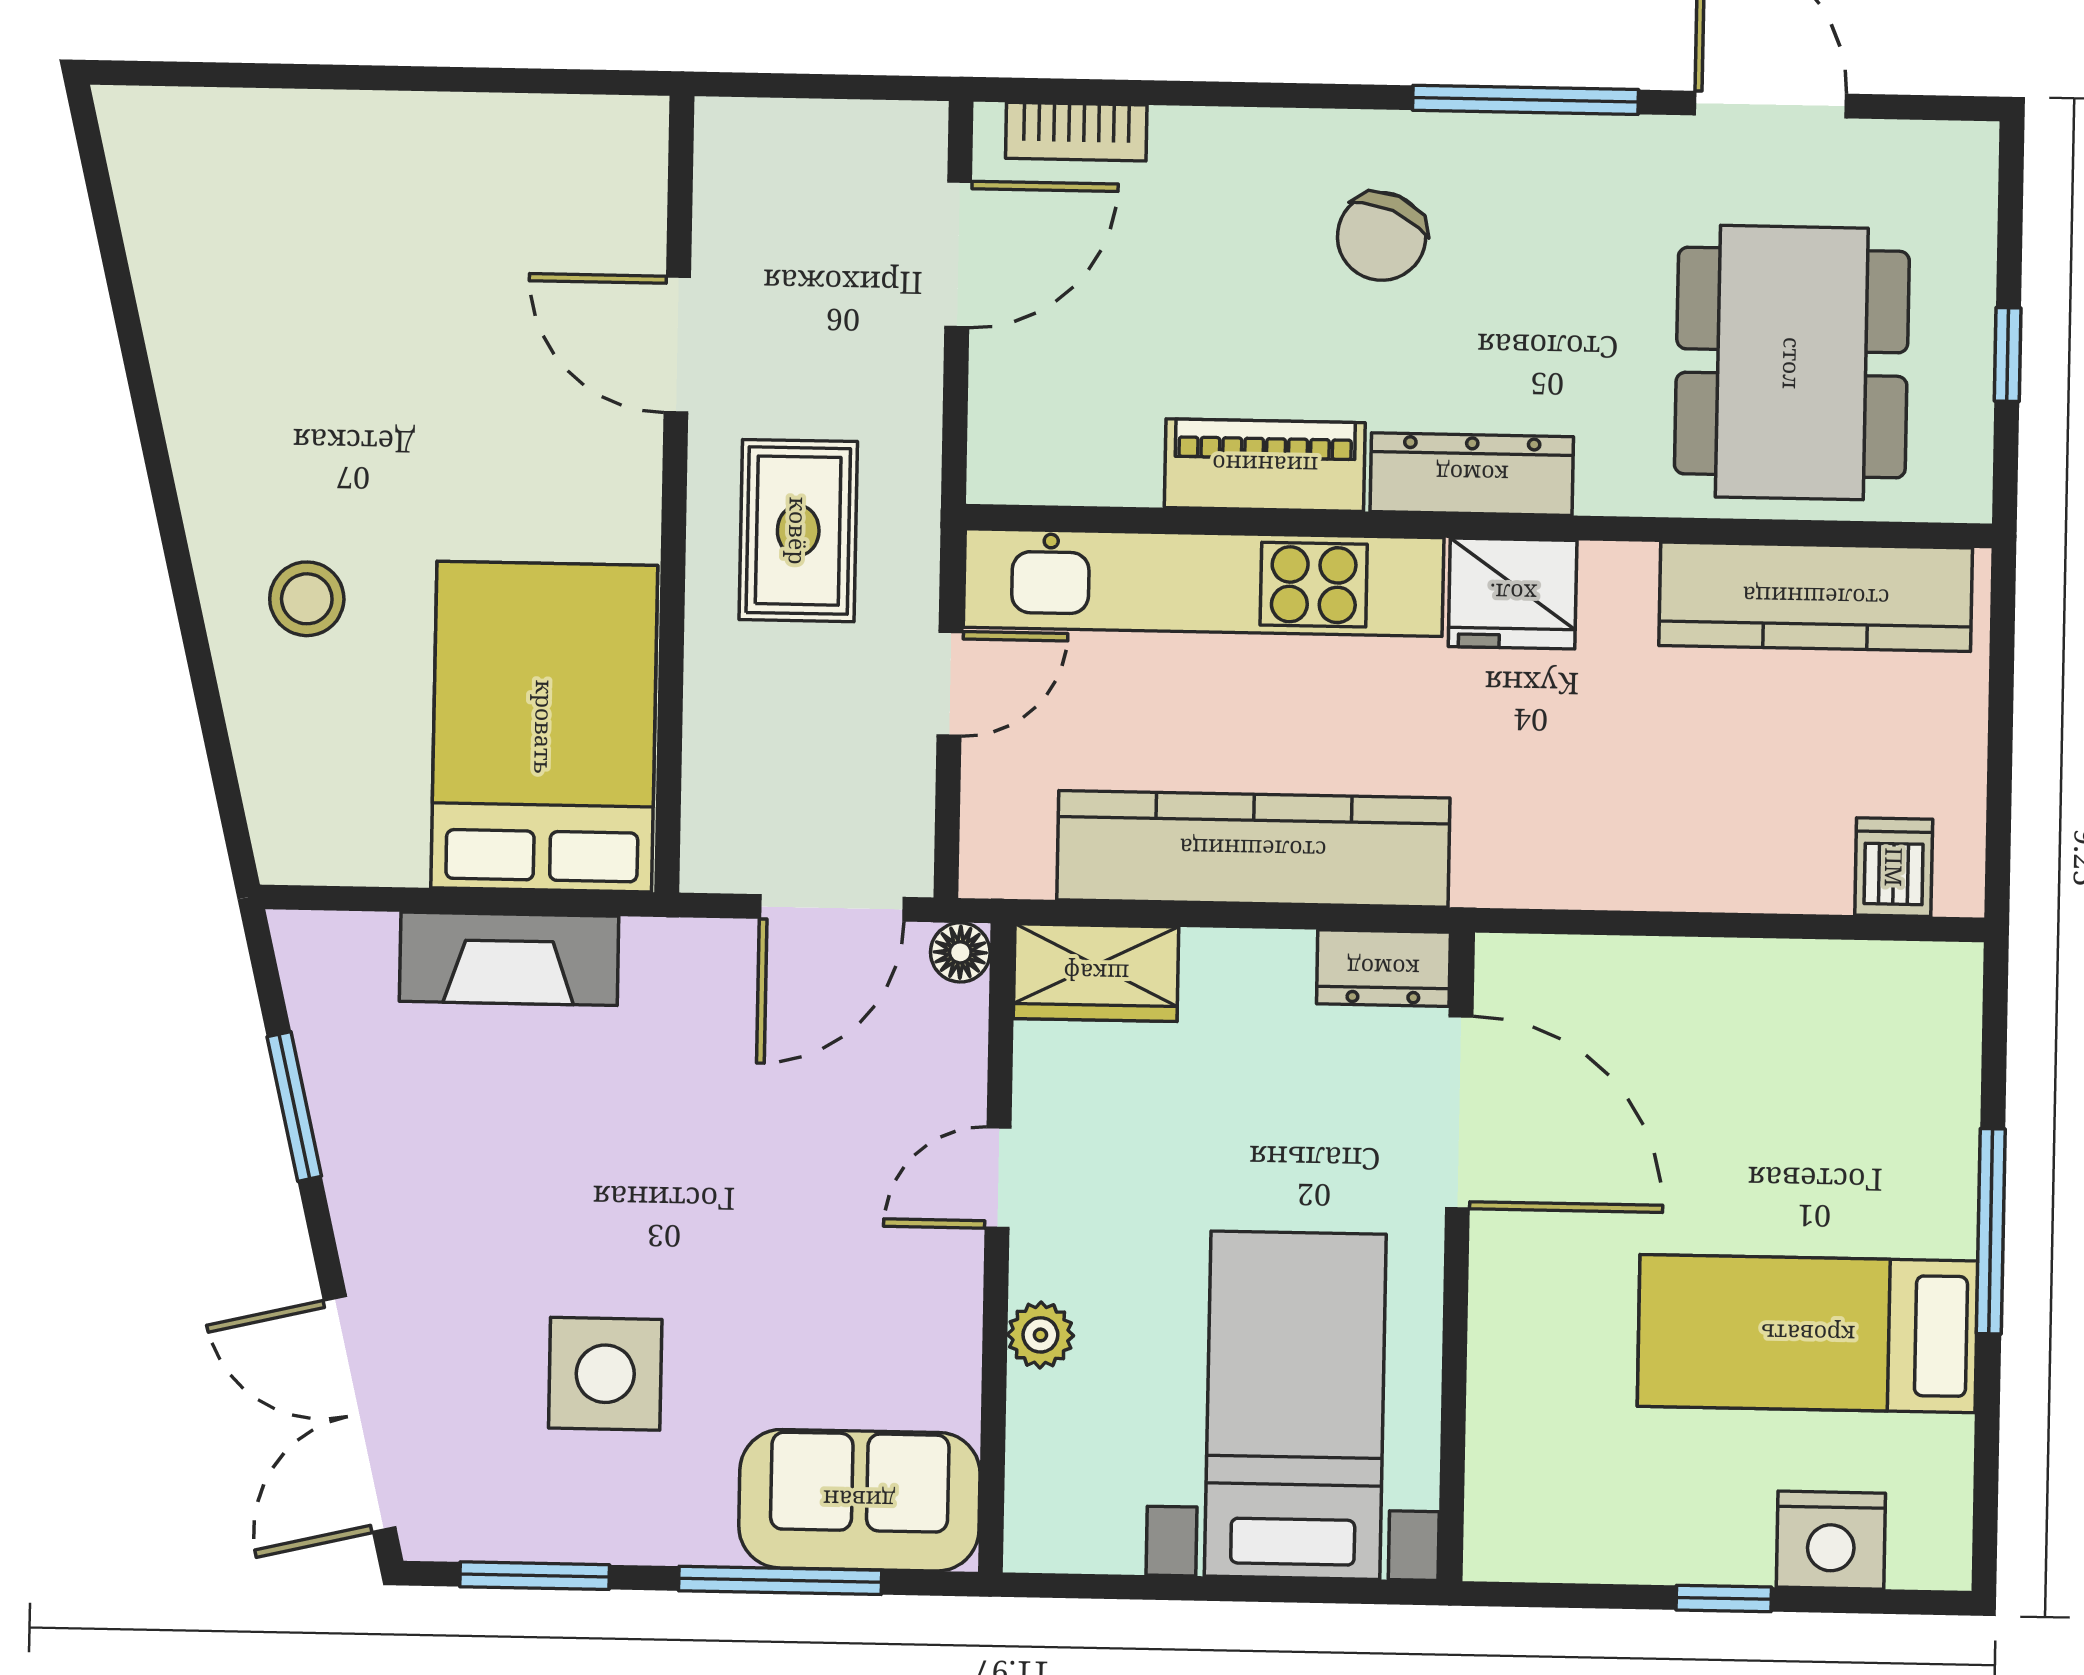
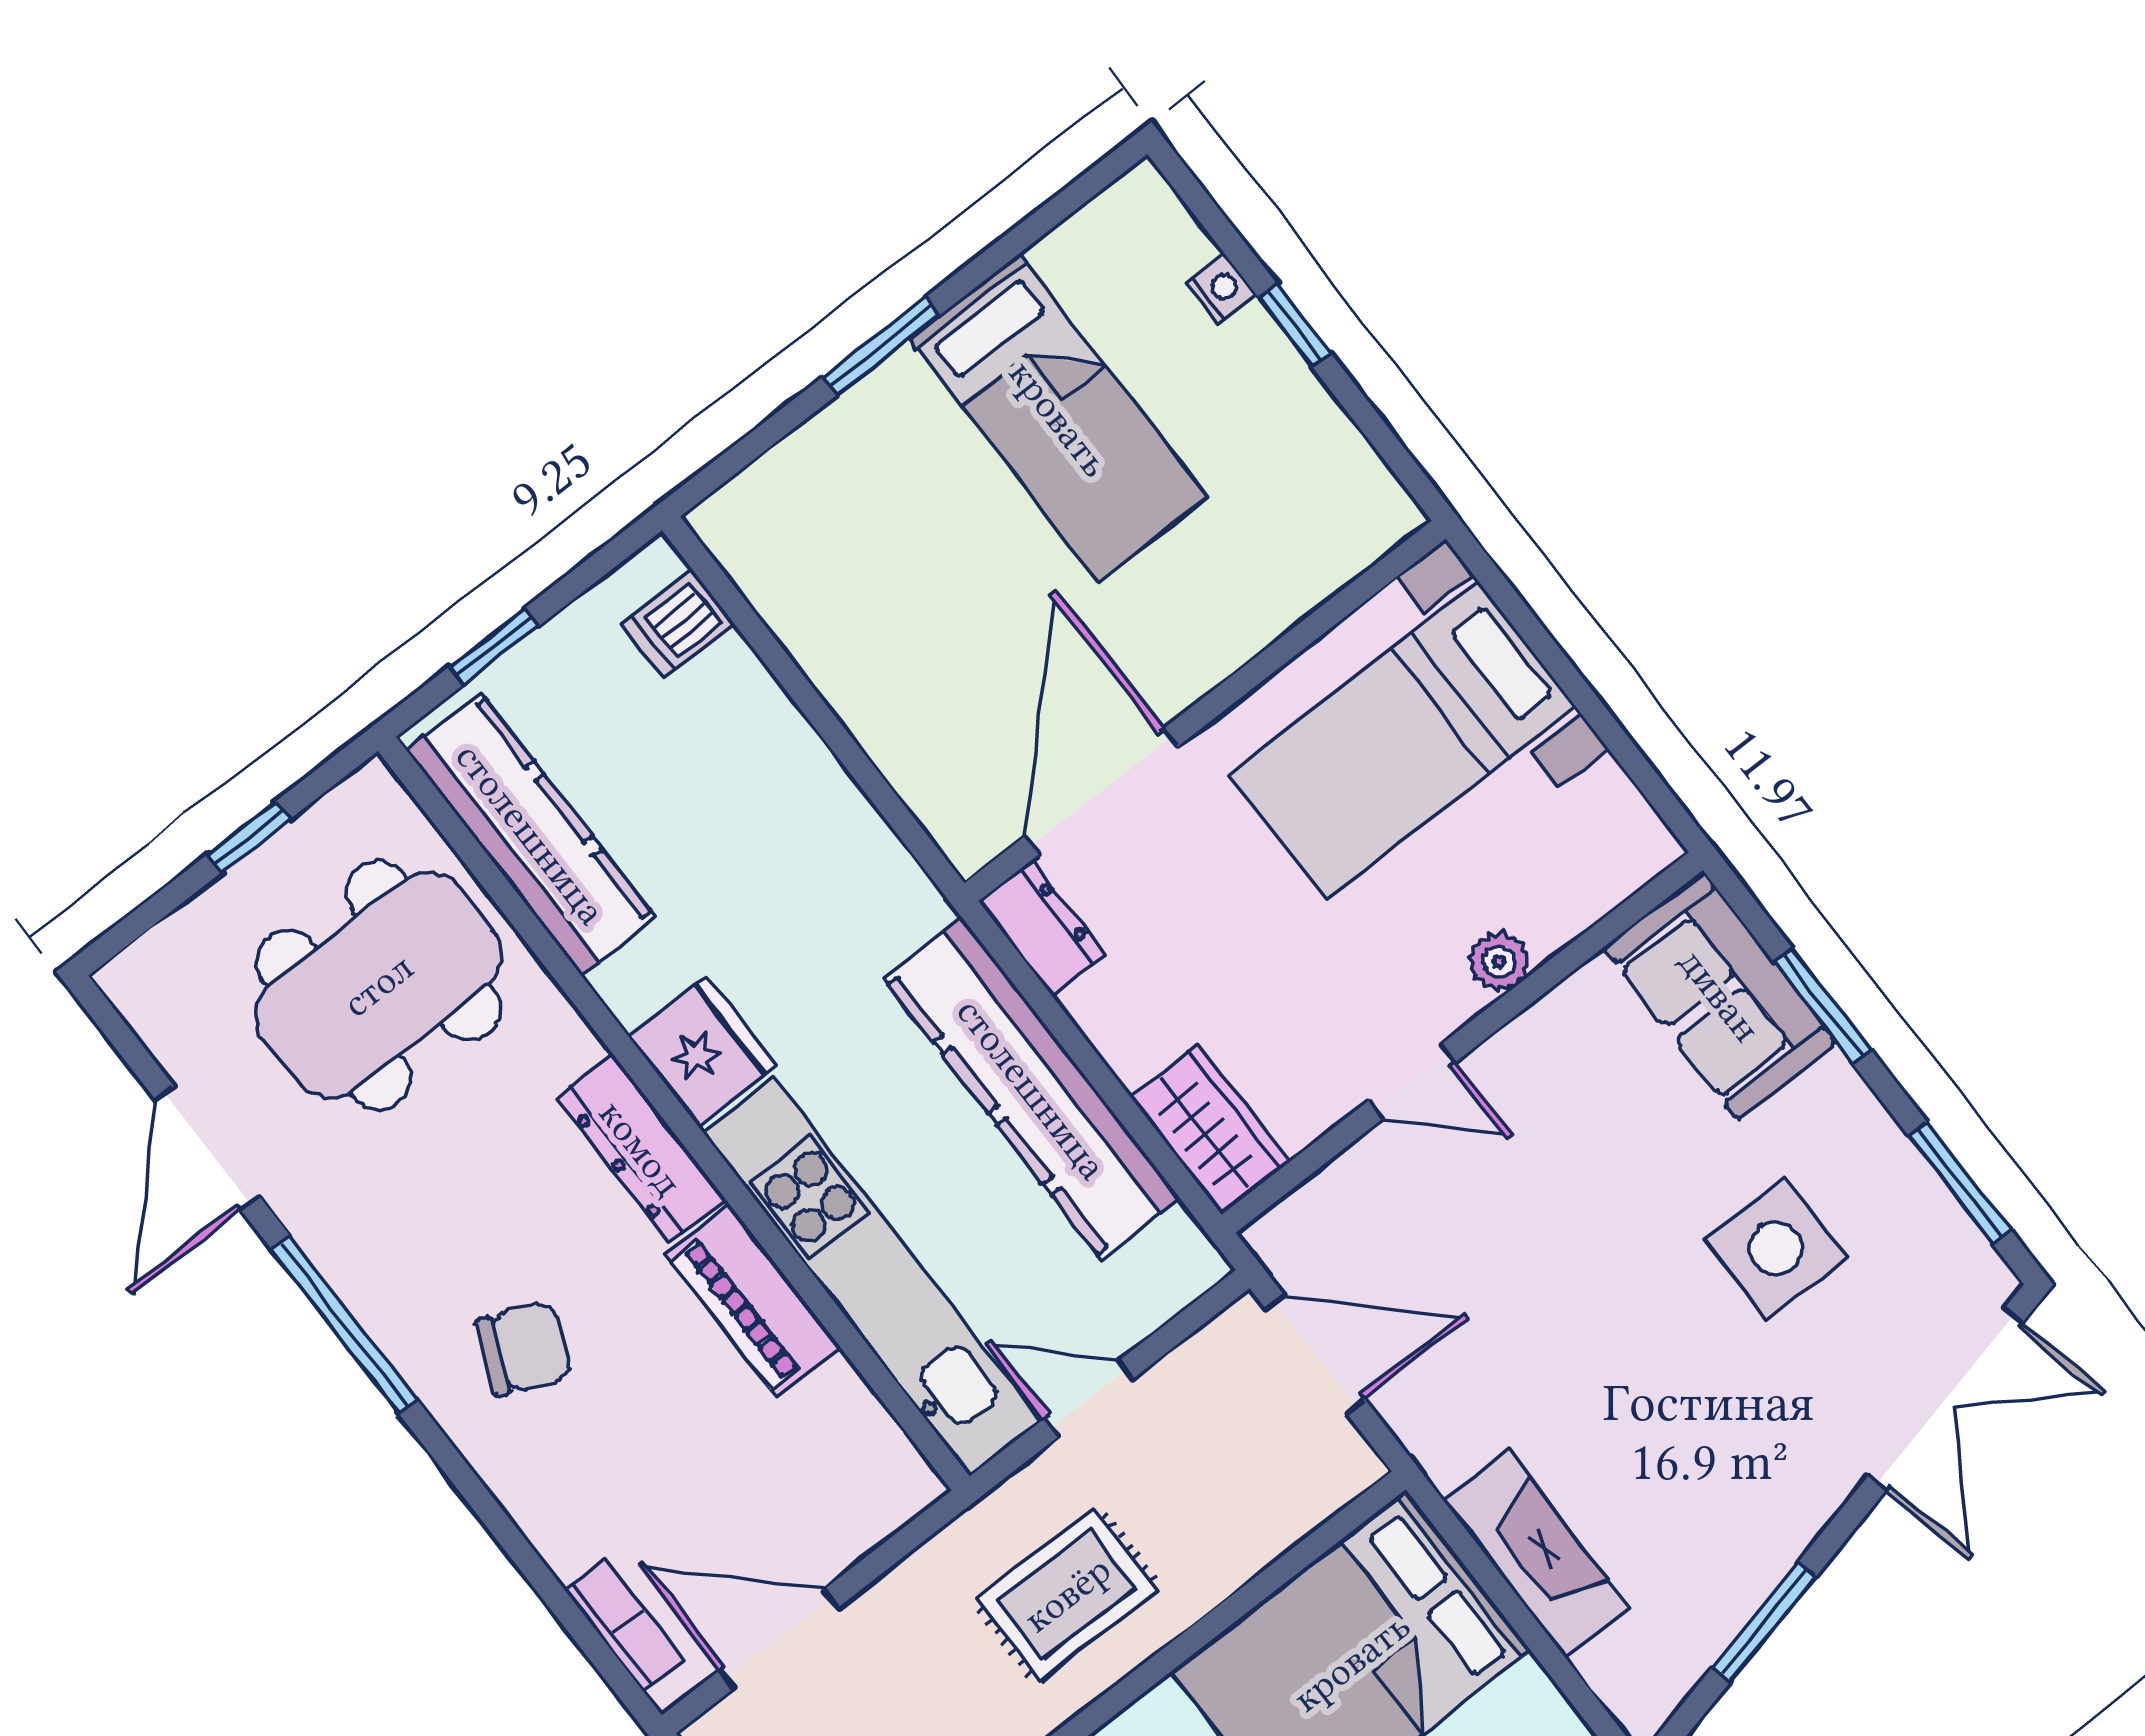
window: (2001, 695) -> (495, 646), added
floor lamp: (960, 952) -> (1273, 1237), removed
window: (1991, 1231) -> (881, 346), width x0.69
nightstand: (1831, 1540) -> (1221, 289), width x0.53, depth x0.56
window: (780, 1580) -> (1822, 1006), width x0.69

